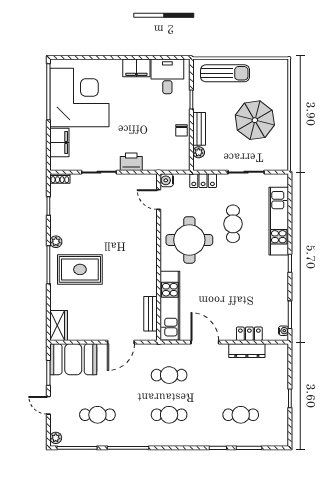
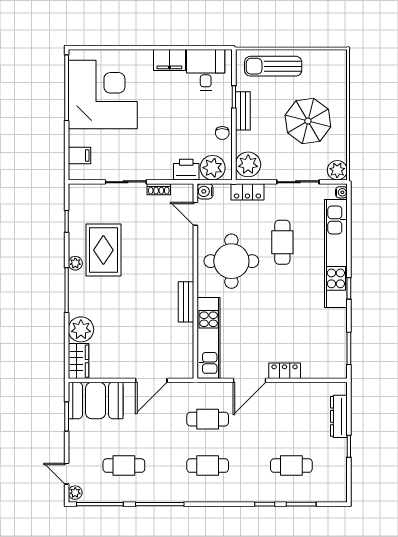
sun lounger: (225, 73) -> (273, 66), turned 180
bench: (199, 129) -> (243, 111), moved
filing cabinet: (59, 143) -> (79, 156), width x0.50
plant: (199, 152) -> (248, 164), width x1.88, depth x1.88
plant: (173, 160) -> (213, 168), added
printer: (131, 162) -> (186, 170), moved
plant: (280, 162) -> (337, 170), added
shoe rack: (60, 178) -> (159, 189), moved
kitchen unit: (279, 221) -> (336, 253), width x1.36
rug: (80, 269) -> (103, 250), moved, turned 90
plant: (61, 298) -> (81, 329), added
bench: (151, 314) -> (186, 302), moved
water cooler: (283, 331) -> (341, 192), moved
locker: (249, 334) -> (285, 371), moved
door: (205, 342) -> (249, 380), swing flipped
dresser: (247, 351) -> (339, 416), moved, turned 90
door: (48, 405) -> (67, 474), moved

